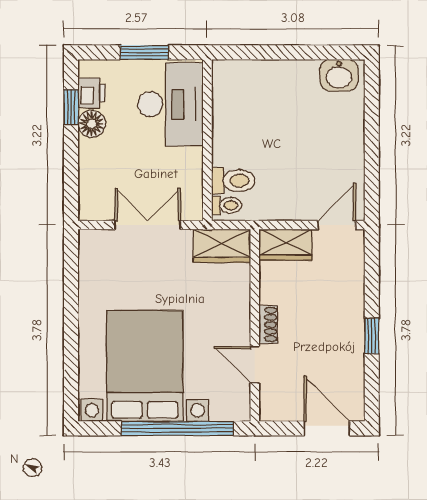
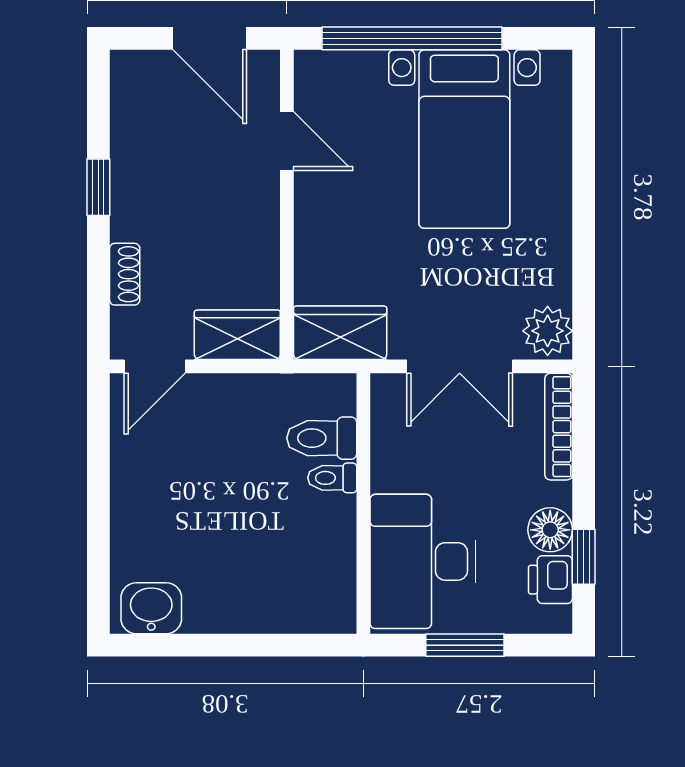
bookcase: (86, 188) -> (559, 427), added
toilet: (227, 205) -> (332, 478), moved
plant: (93, 247) -> (548, 331), added
shoe rack: (268, 324) -> (125, 274), moved, turned 180
bed with nightstands: (145, 366) -> (464, 139), width x0.73
door: (327, 428) -> (210, 38), moved

